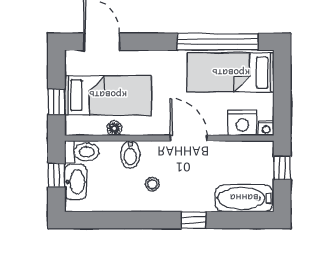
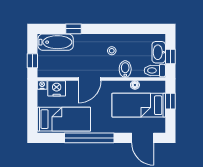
window: (218, 42) -> (89, 138), moved
door: (189, 138) -> (90, 79), hinge flipped
window: (193, 220) -> (73, 29), moved

